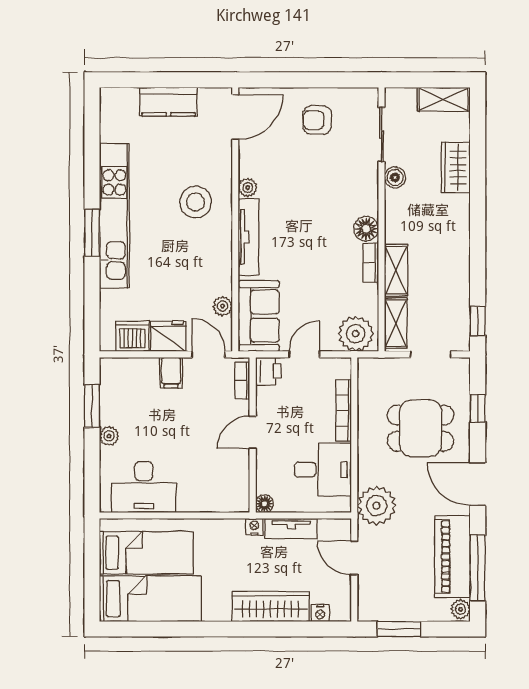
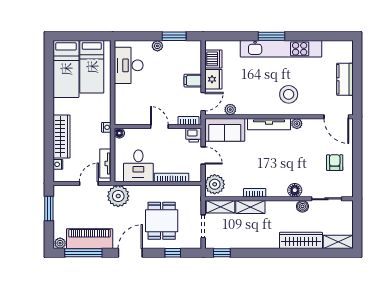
shelving: (444, 99) -> (338, 242), moved, turned 90
wardrobe: (456, 167) -> (301, 240), width x1.50
floor lamp: (366, 229) -> (295, 190), moved
tv unit: (291, 528) -> (105, 164), moved

